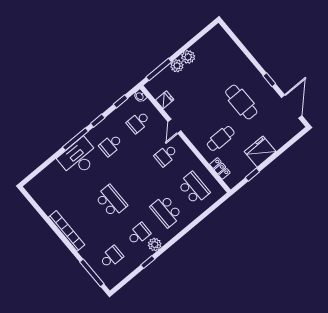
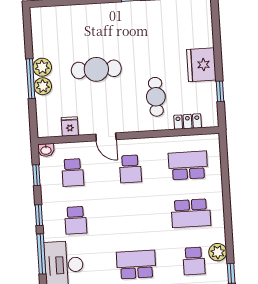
window: (159, 69) -> (31, 79), moved
cafe table: (241, 102) -> (96, 69), moved
school desk: (139, 234) -> (194, 261), turned 180

